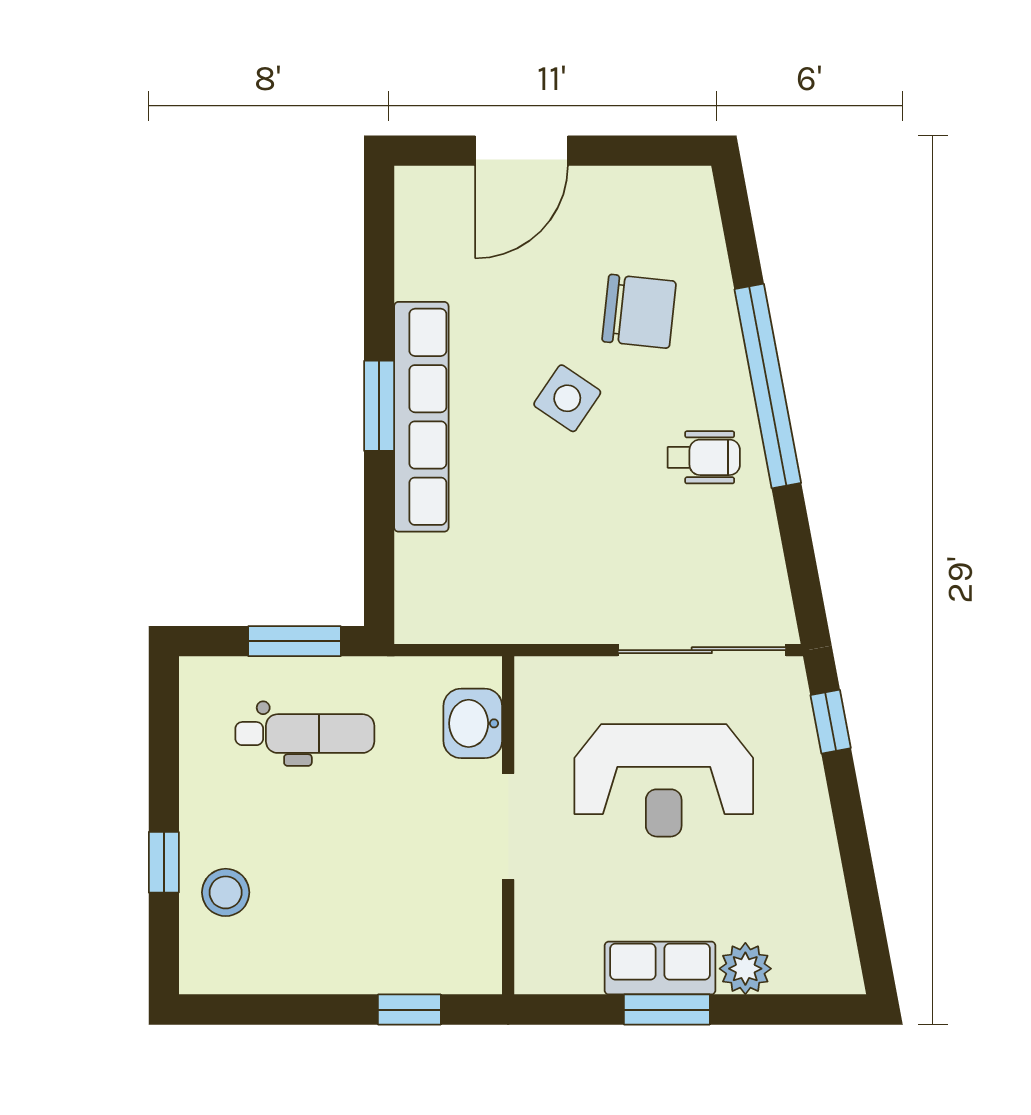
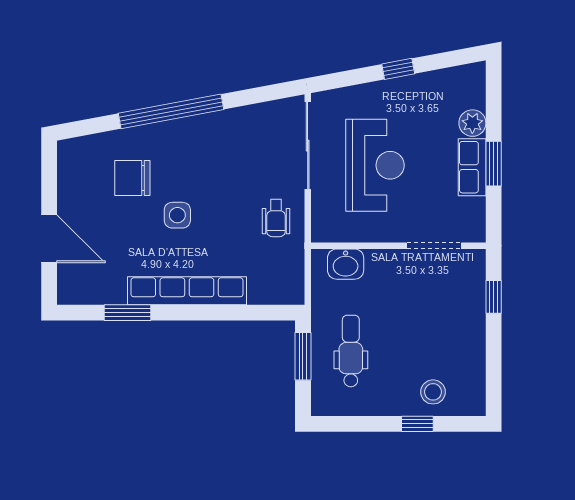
chair: (639, 311) -> (132, 178), turned -96
side table: (567, 398) -> (177, 215), turned -34
window: (379, 406) -> (128, 313), moved
wheelchair: (704, 457) -> (276, 218), moved, turned 180
window: (831, 722) -> (398, 69), moved
doorway: (508, 827) -> (434, 246), moved

